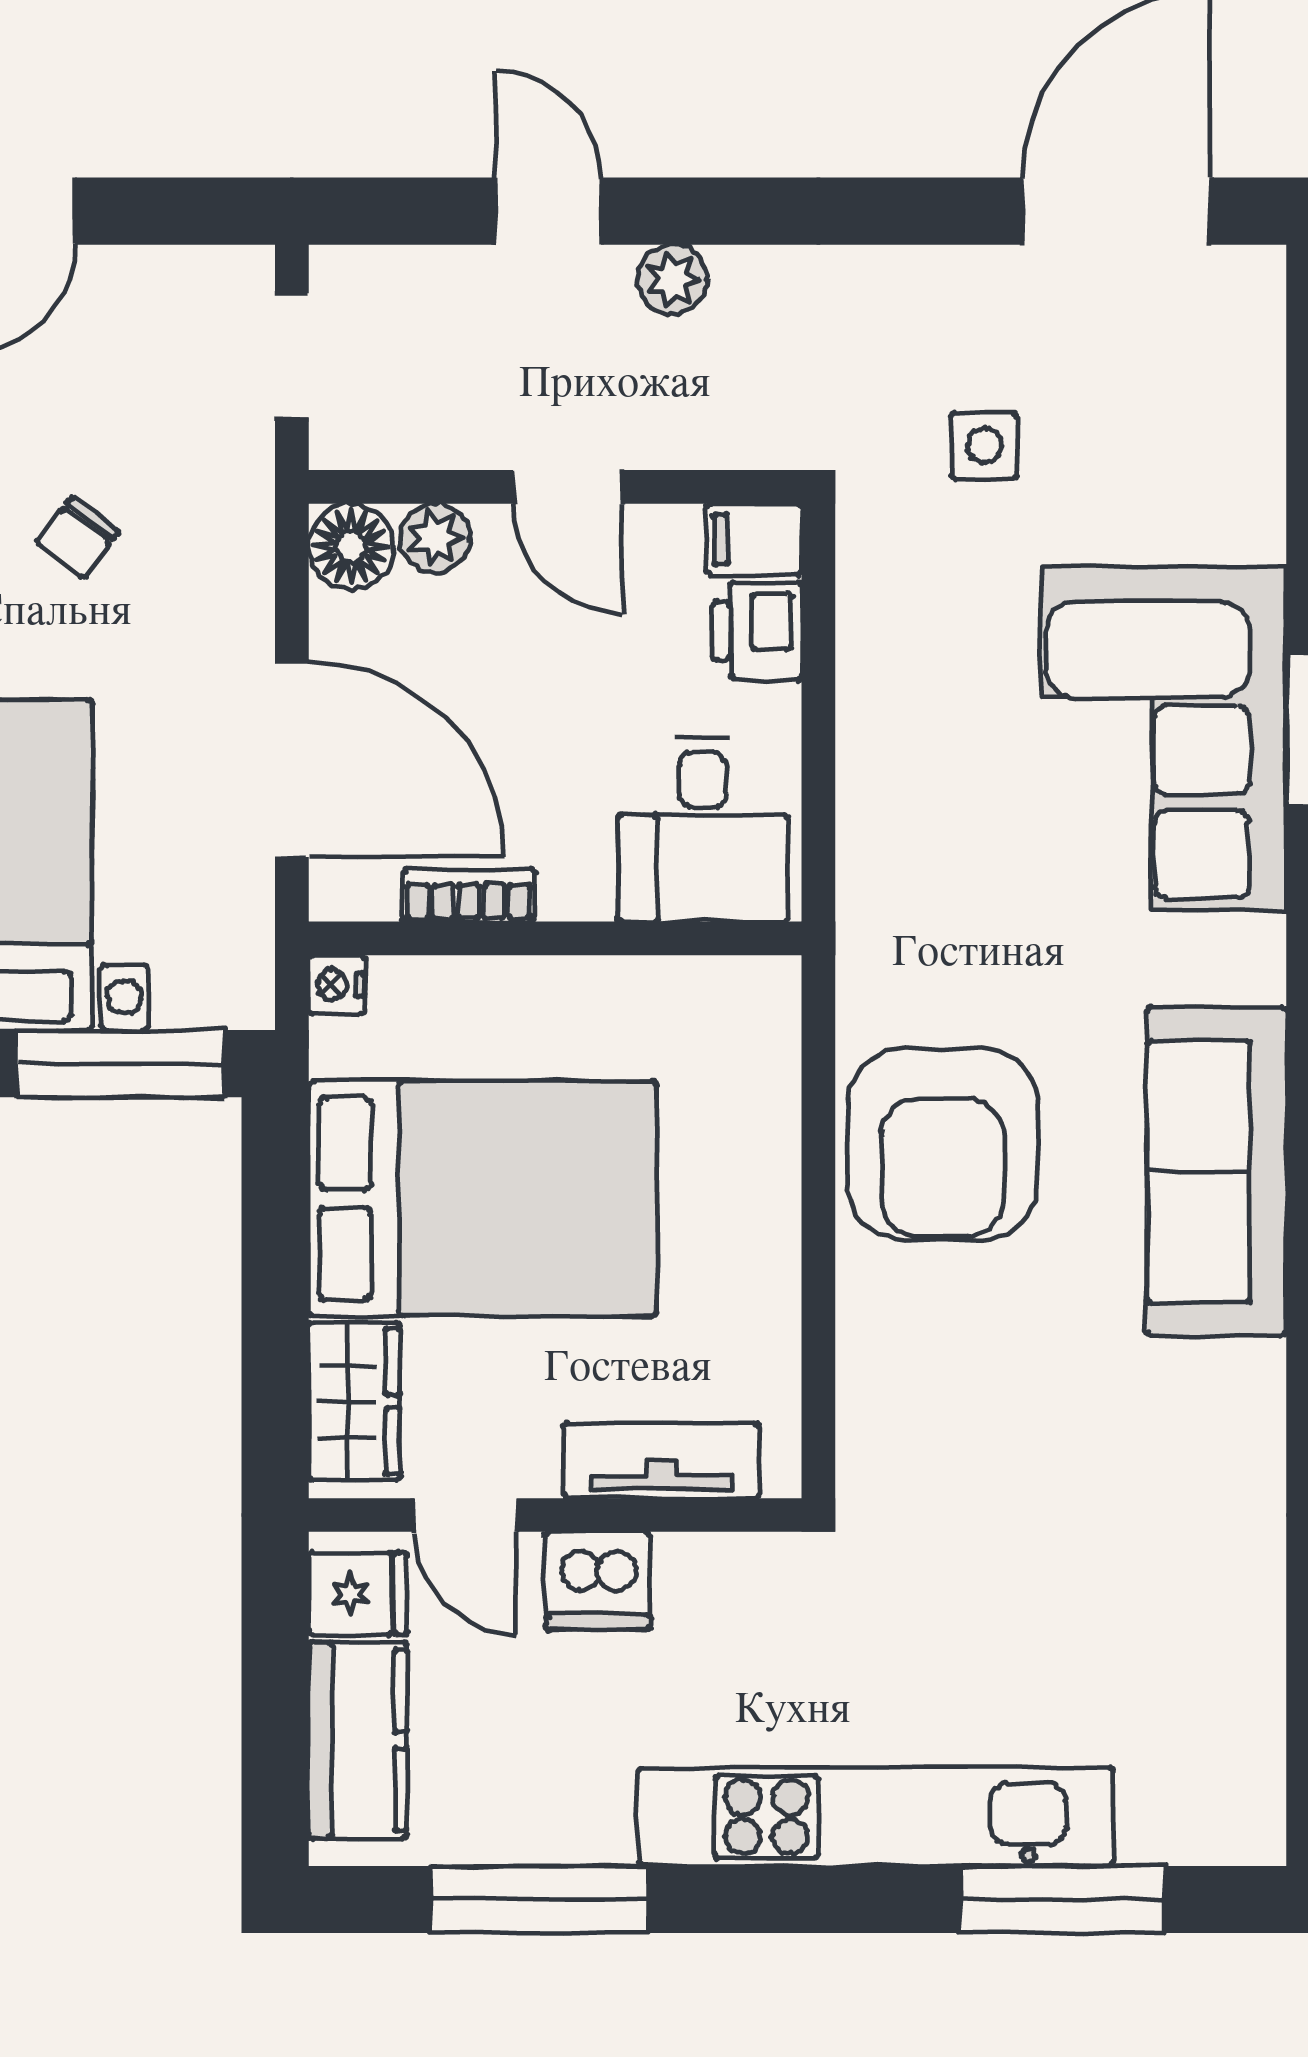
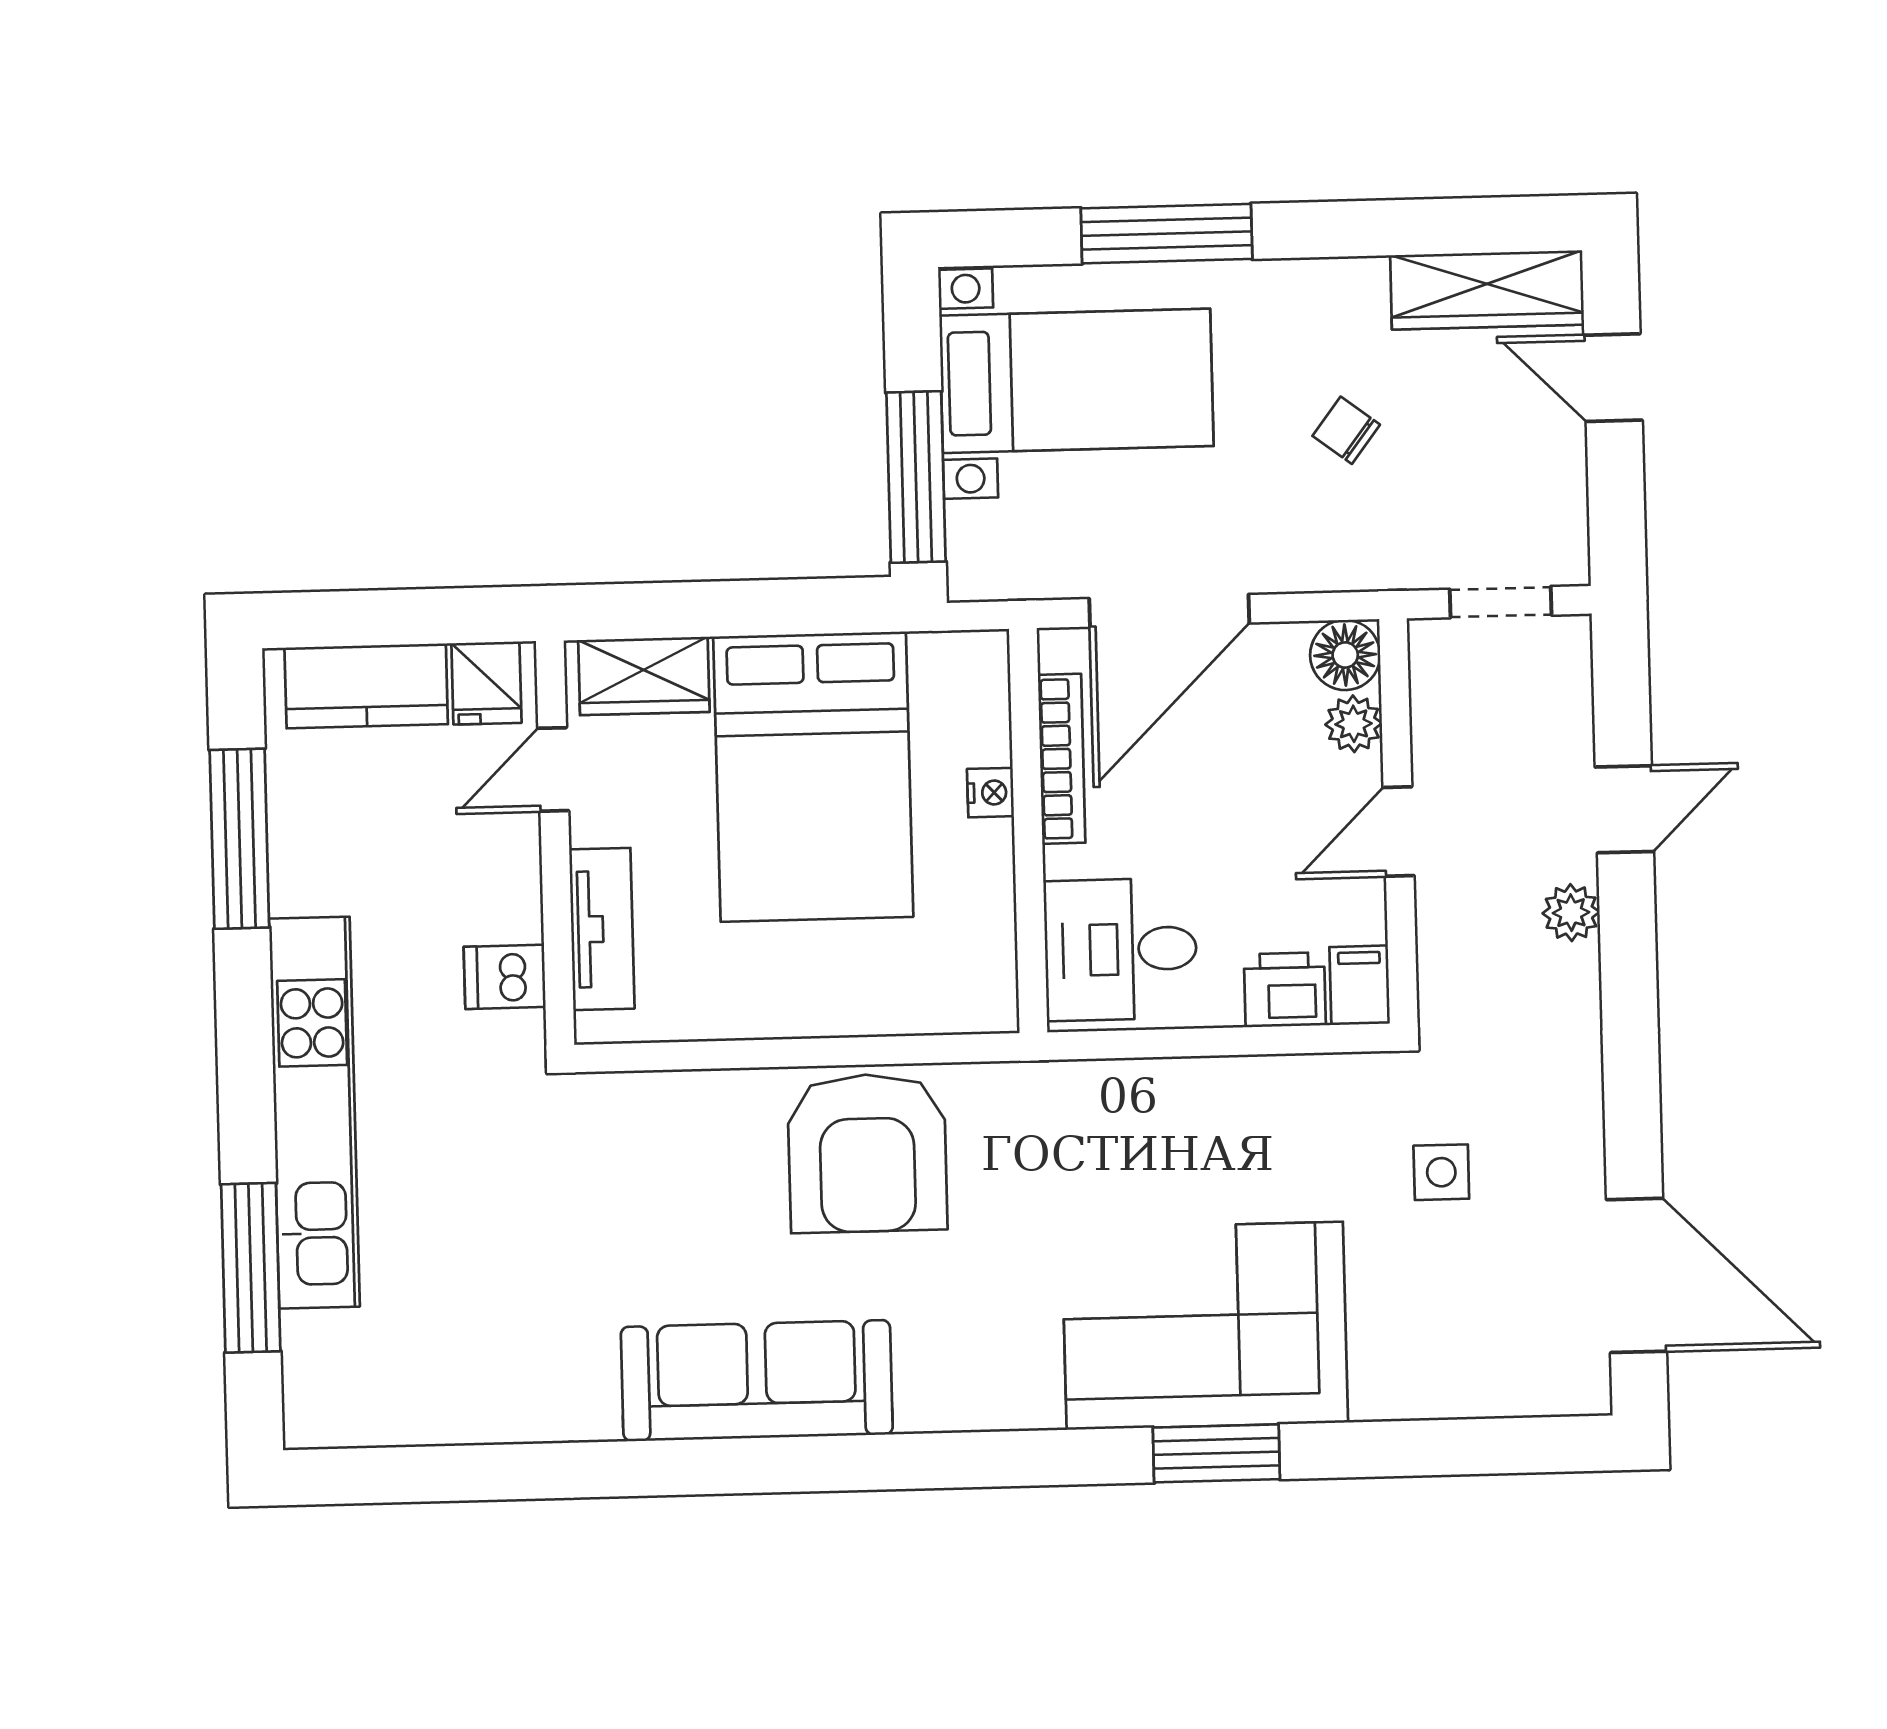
bookcase: (469, 895) -> (1062, 759), width x1.56
nightstand: (336, 985) -> (991, 793), moved, turned 90
armchair: (943, 1144) -> (867, 1153), turned -90
sofa: (1217, 1171) -> (757, 1381), moved
dishwasher: (598, 1581) -> (505, 977), moved, width x0.73

